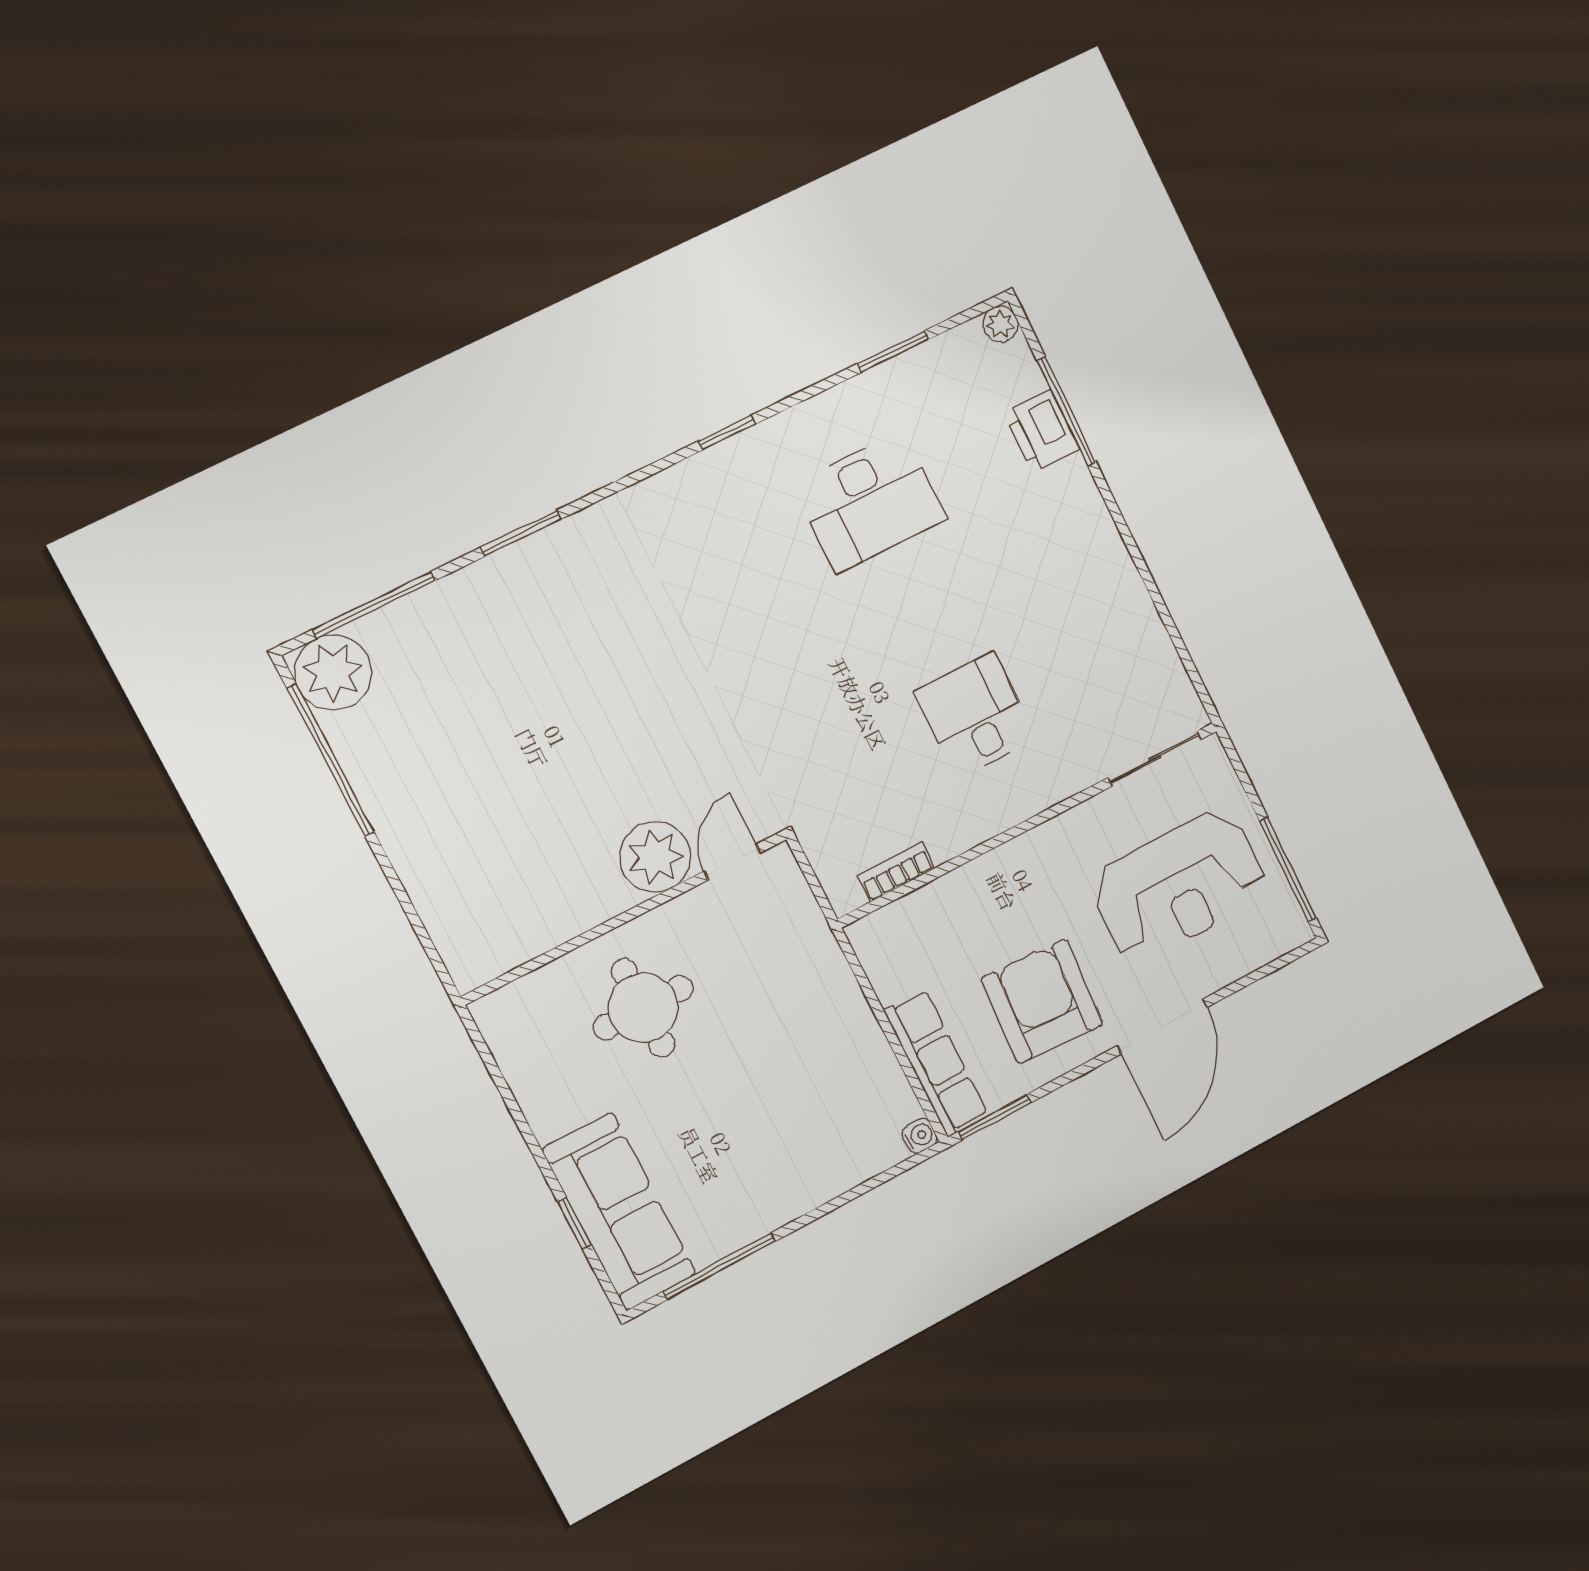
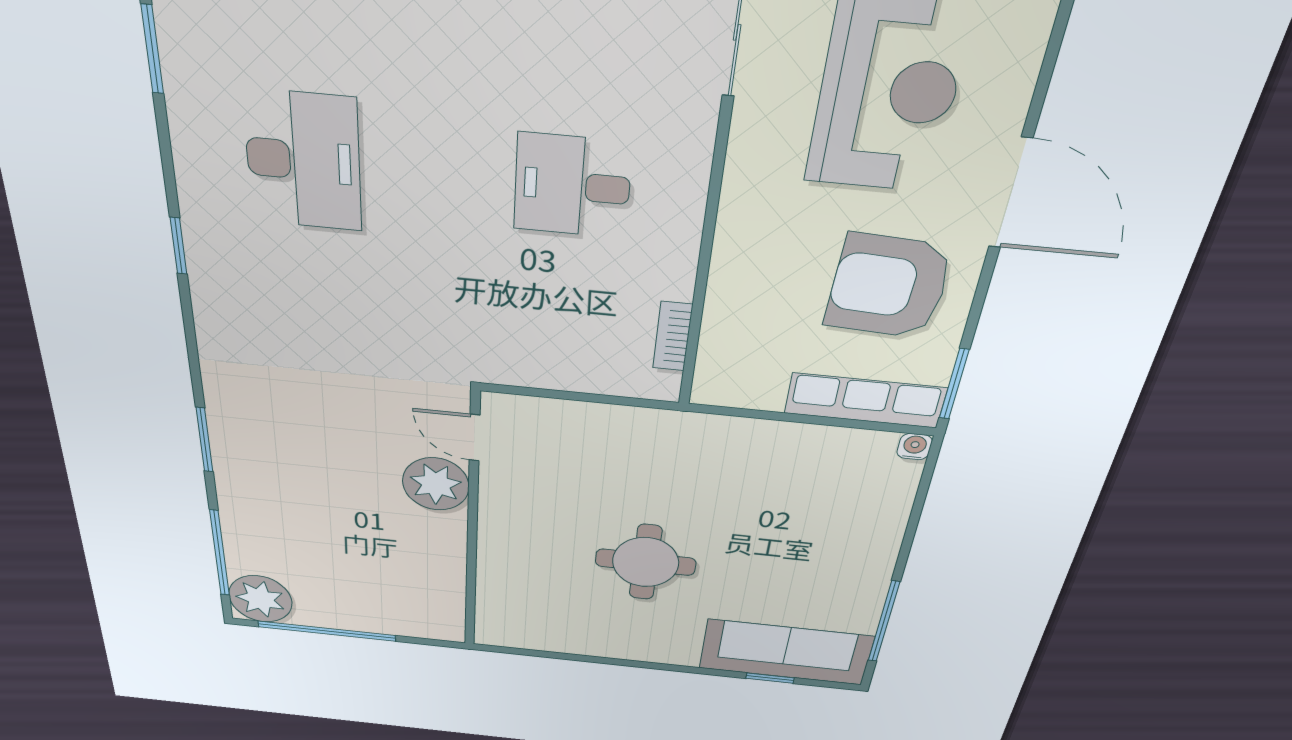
plant: (655, 857) -> (436, 484), moved
door: (732, 862) -> (474, 438), moved
wall: (625, 917) -> (472, 527), moved

